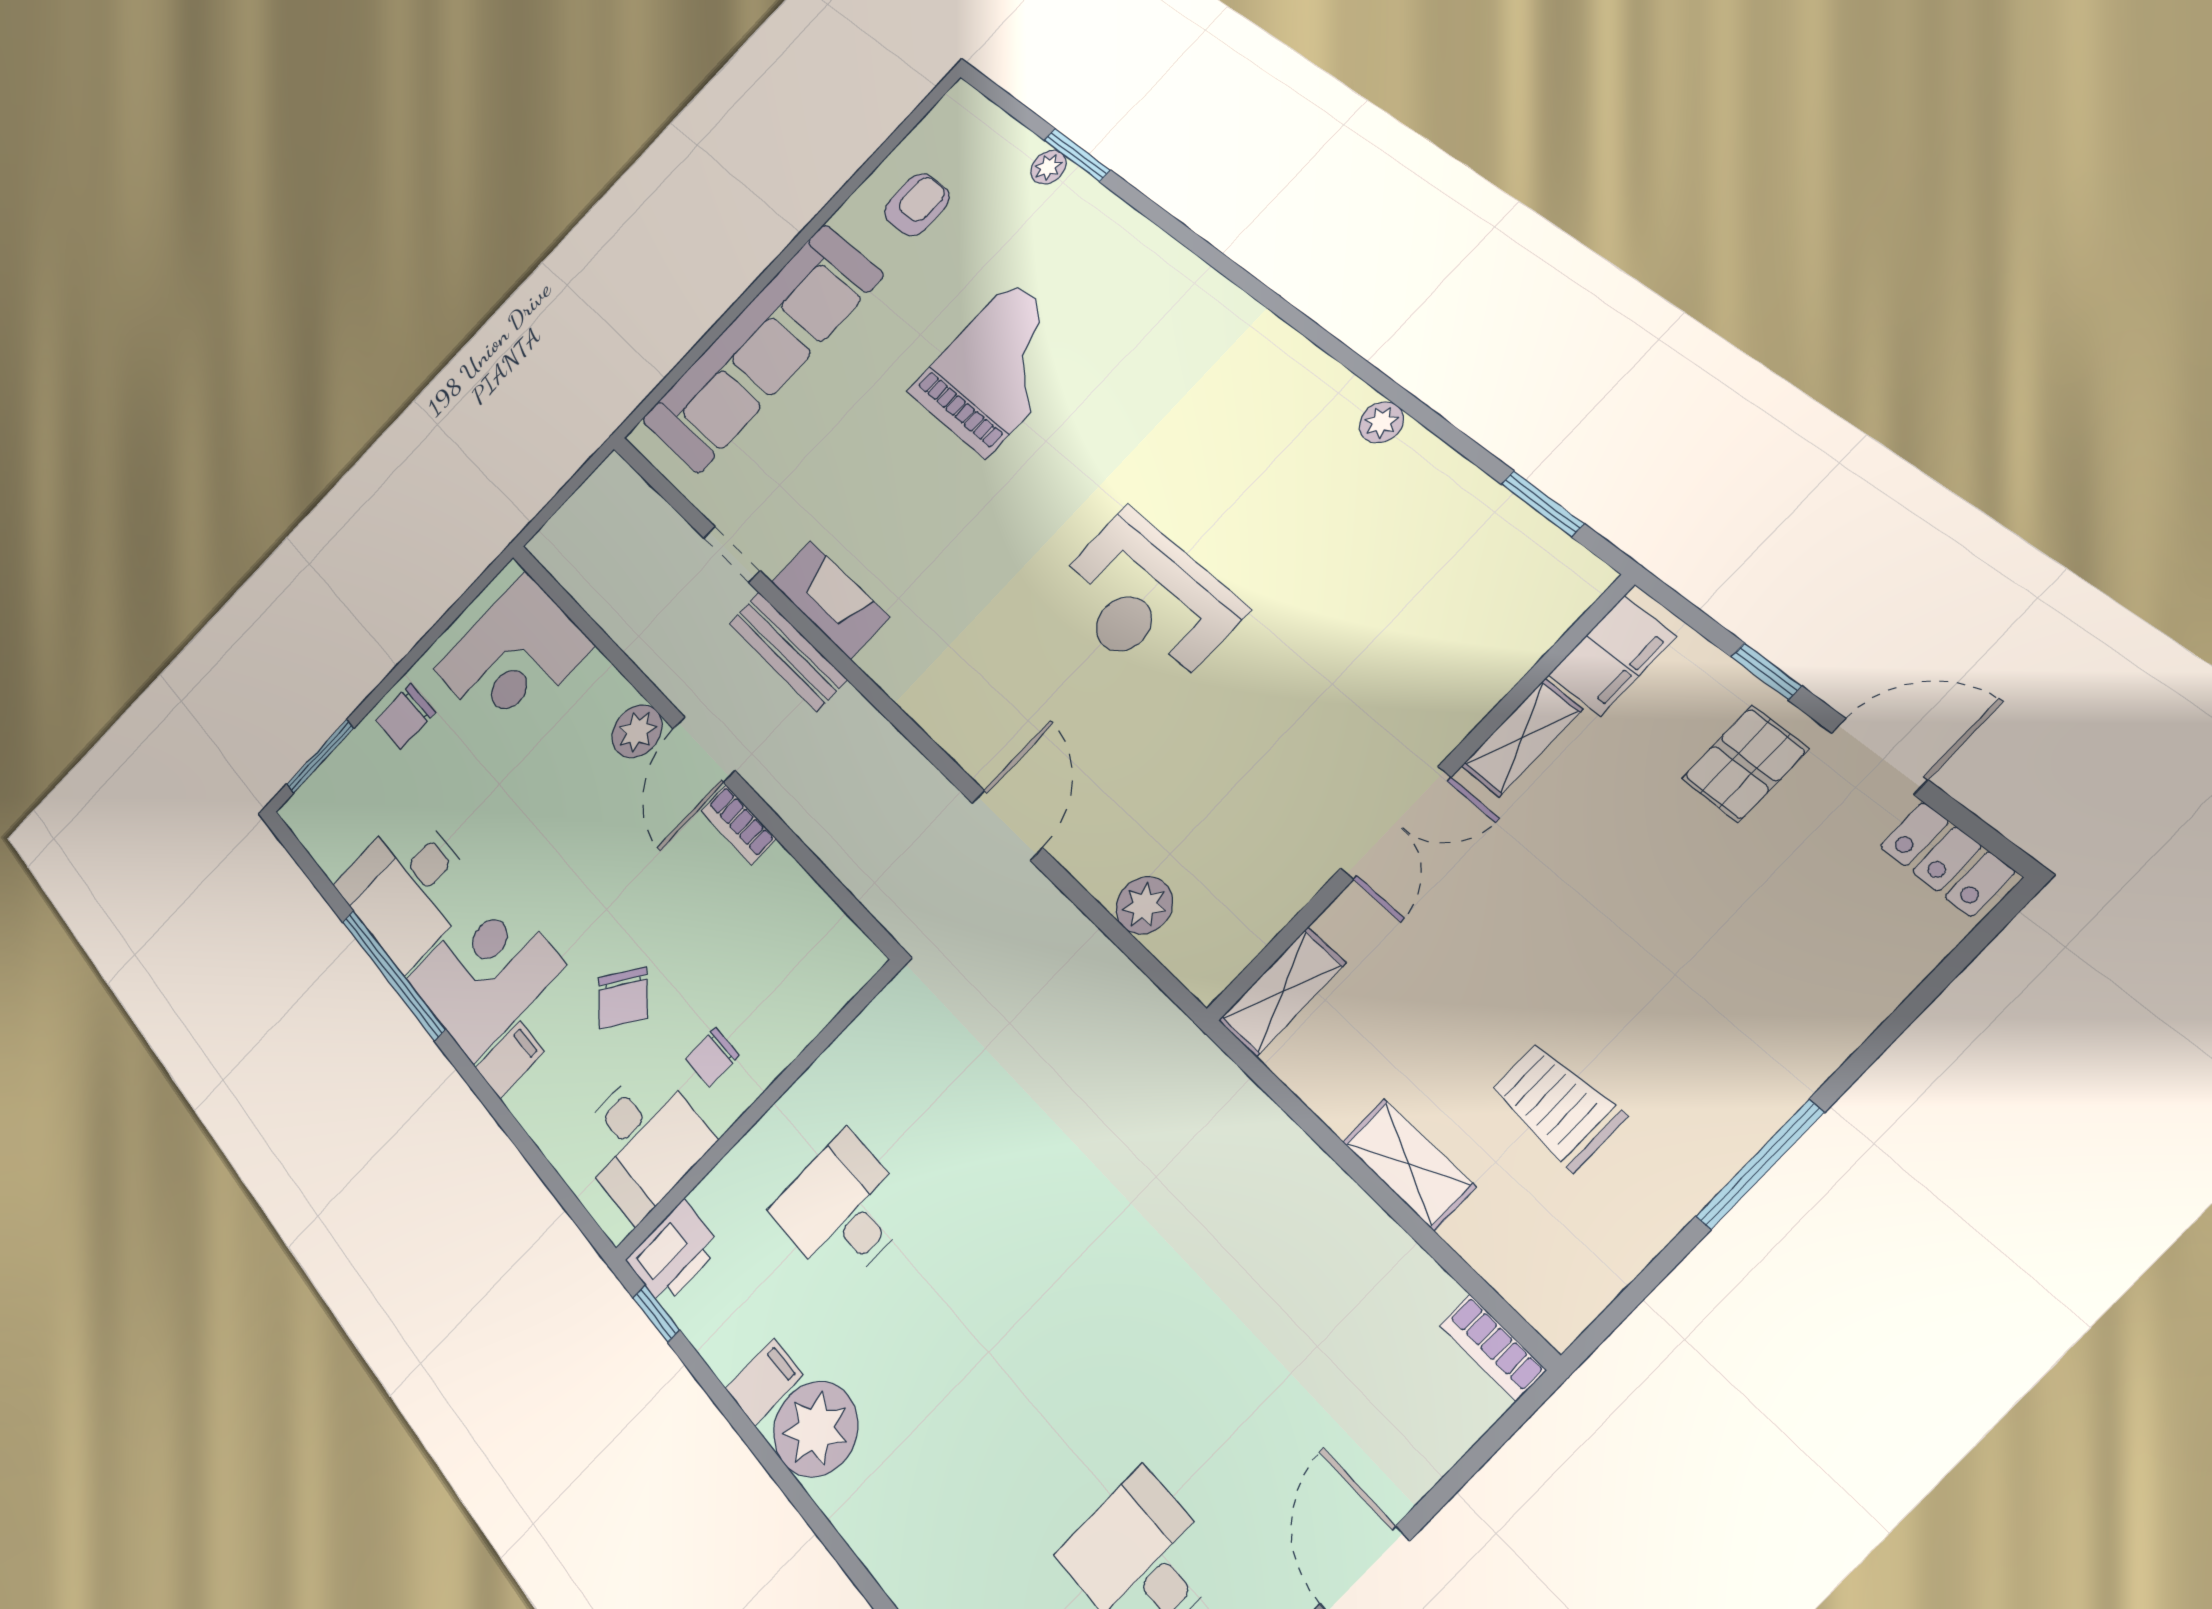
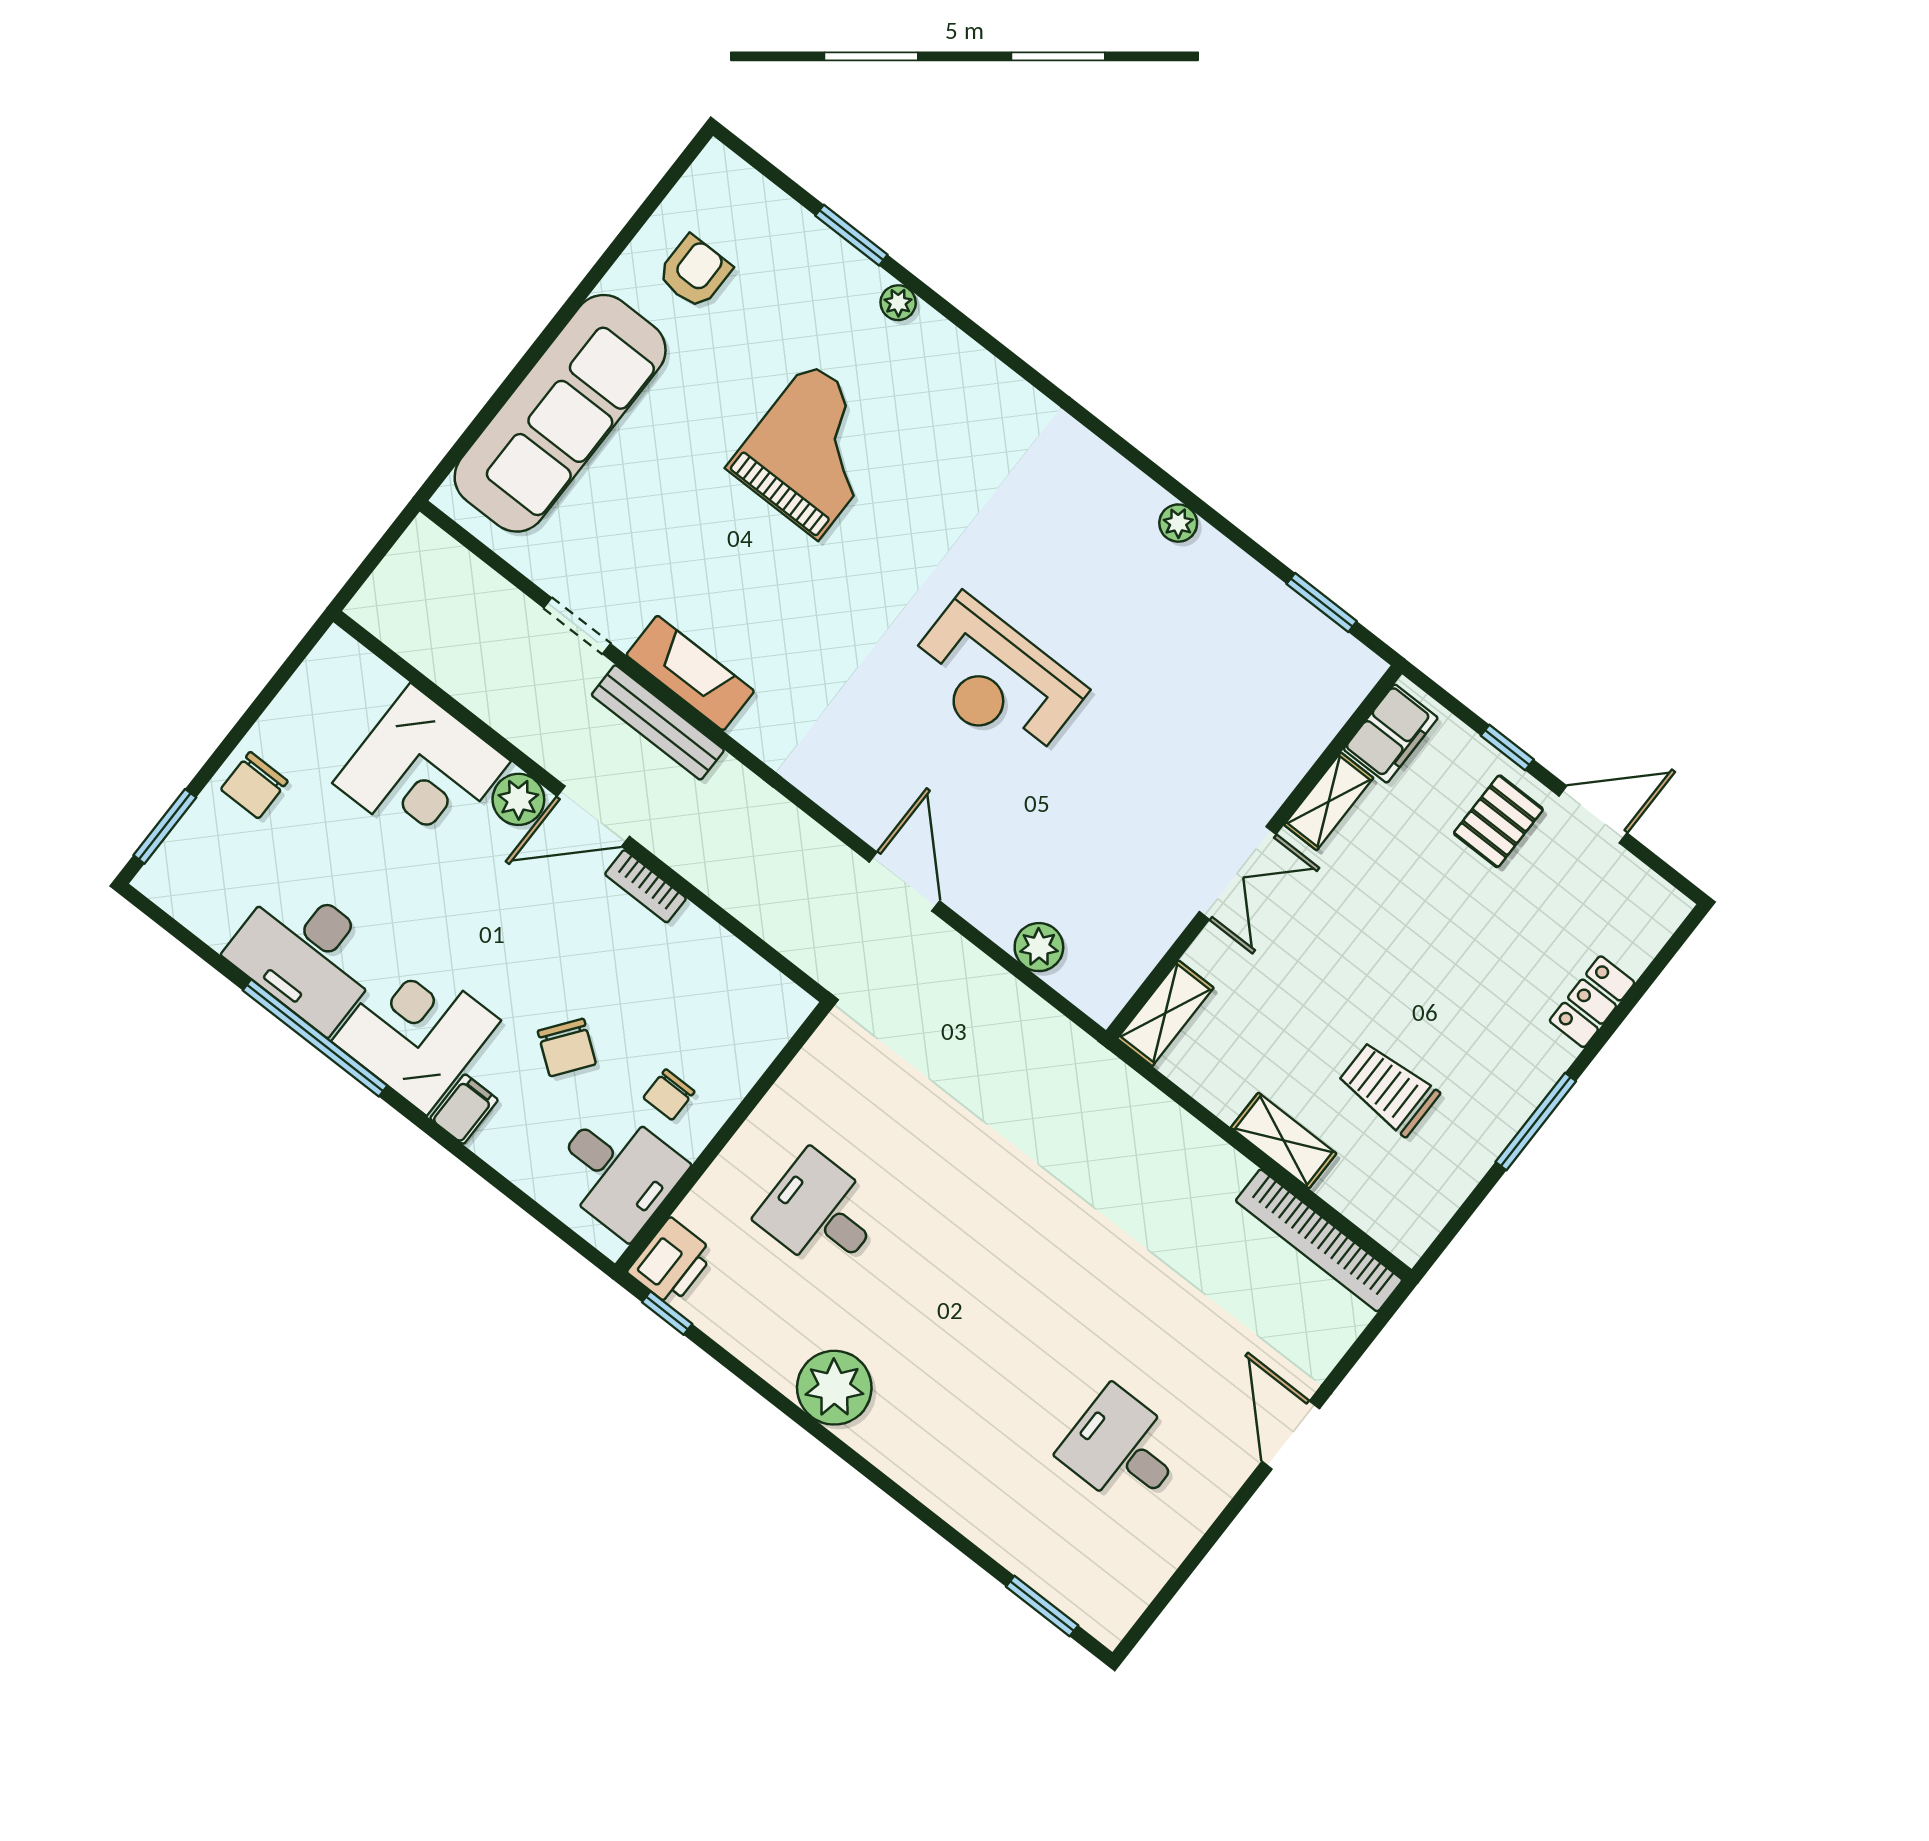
plant: (1048, 167) -> (898, 303), moved
corner desk: (513, 658) -> (421, 772), moved
door: (704, 749) -> (593, 816), hinge flipped
locker: (1947, 859) -> (1592, 1002), moved, turned 90
bookcase: (1493, 1348) -> (1319, 1240), width x2.31, depth x1.31
filing cabinet: (764, 1382) -> (780, 1356), removed

